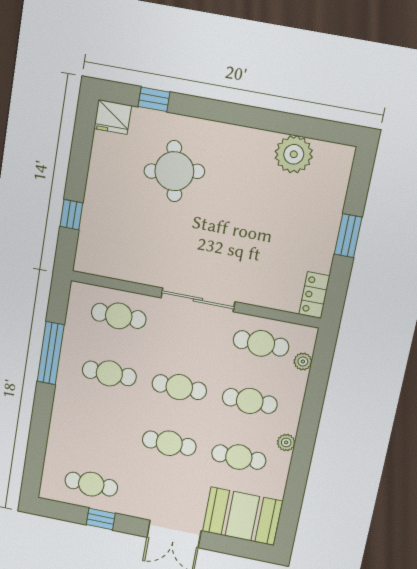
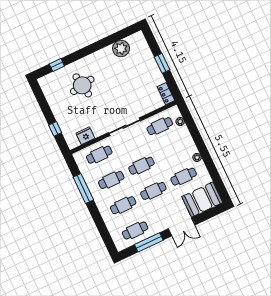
fridge: (113, 117) -> (85, 136), moved, turned 180
cafe table: (250, 401) -> (123, 205), moved
window: (101, 519) -> (149, 242), width x2.17

